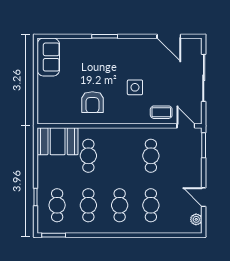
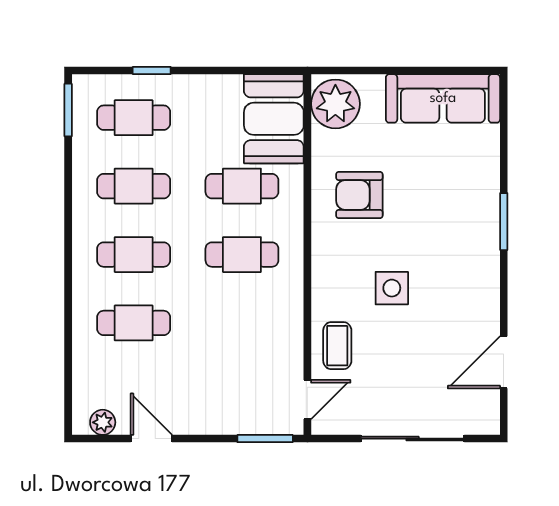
sofa: (48, 57) -> (443, 98), width x1.36
plant: (51, 113) -> (335, 104), added
cafe table: (151, 156) -> (242, 255), moved
door: (204, 197) -> (151, 439), hinge flipped

